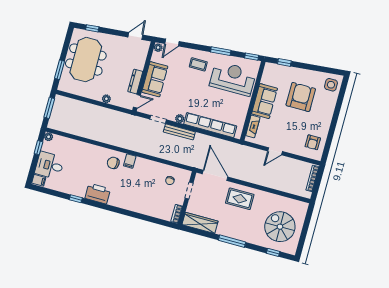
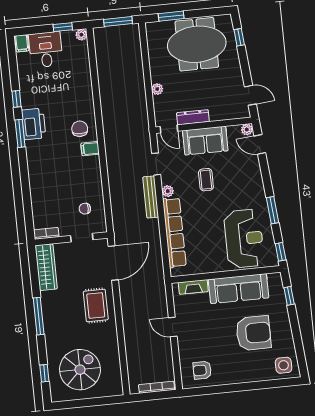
coffee table: (198, 64) -> (206, 180), moved
sofa: (264, 101) -> (239, 289), width x1.36
window: (101, 205) -> (20, 133), added

